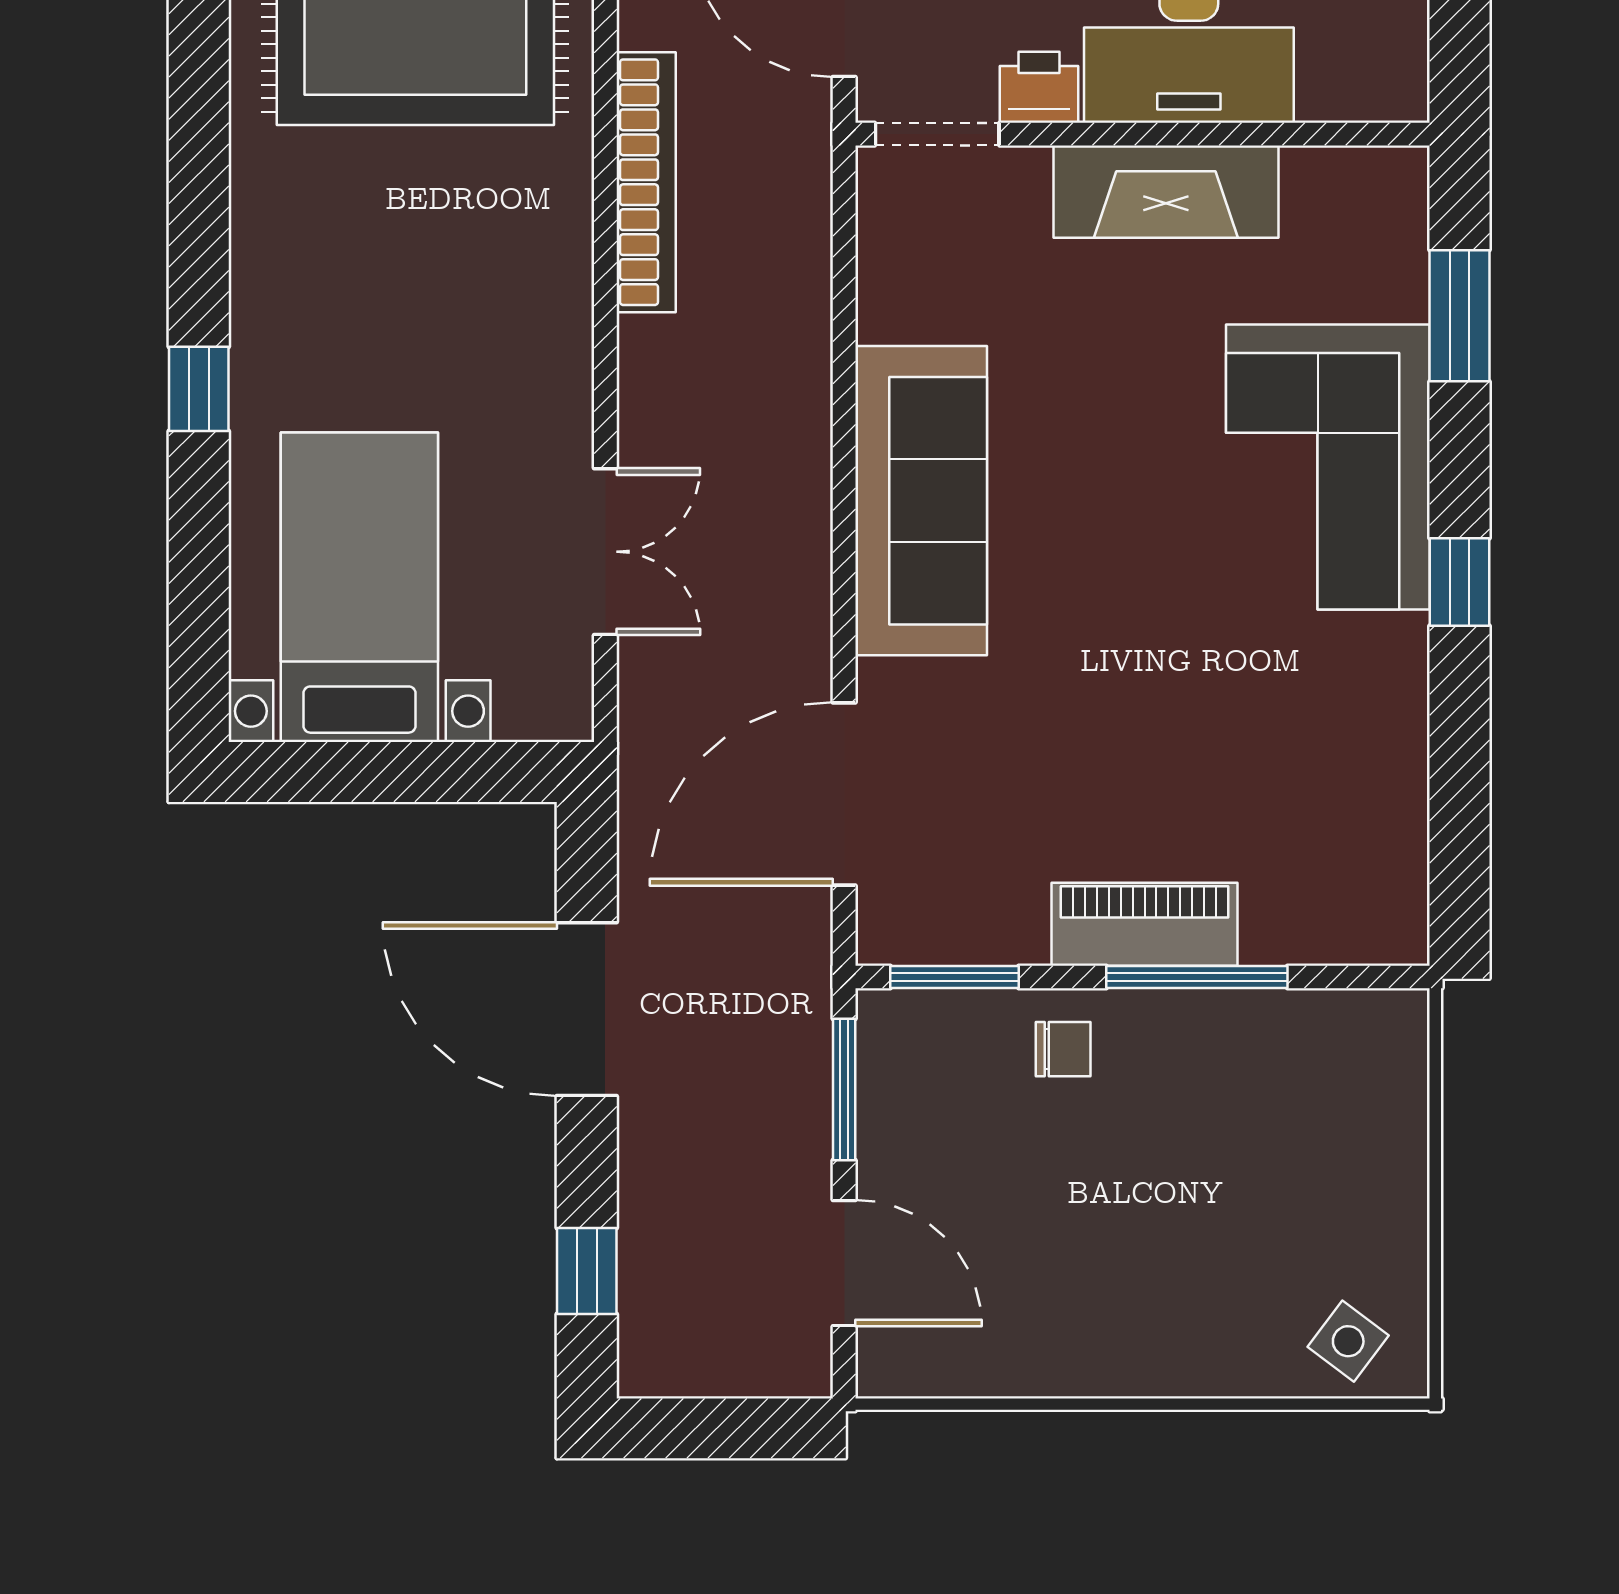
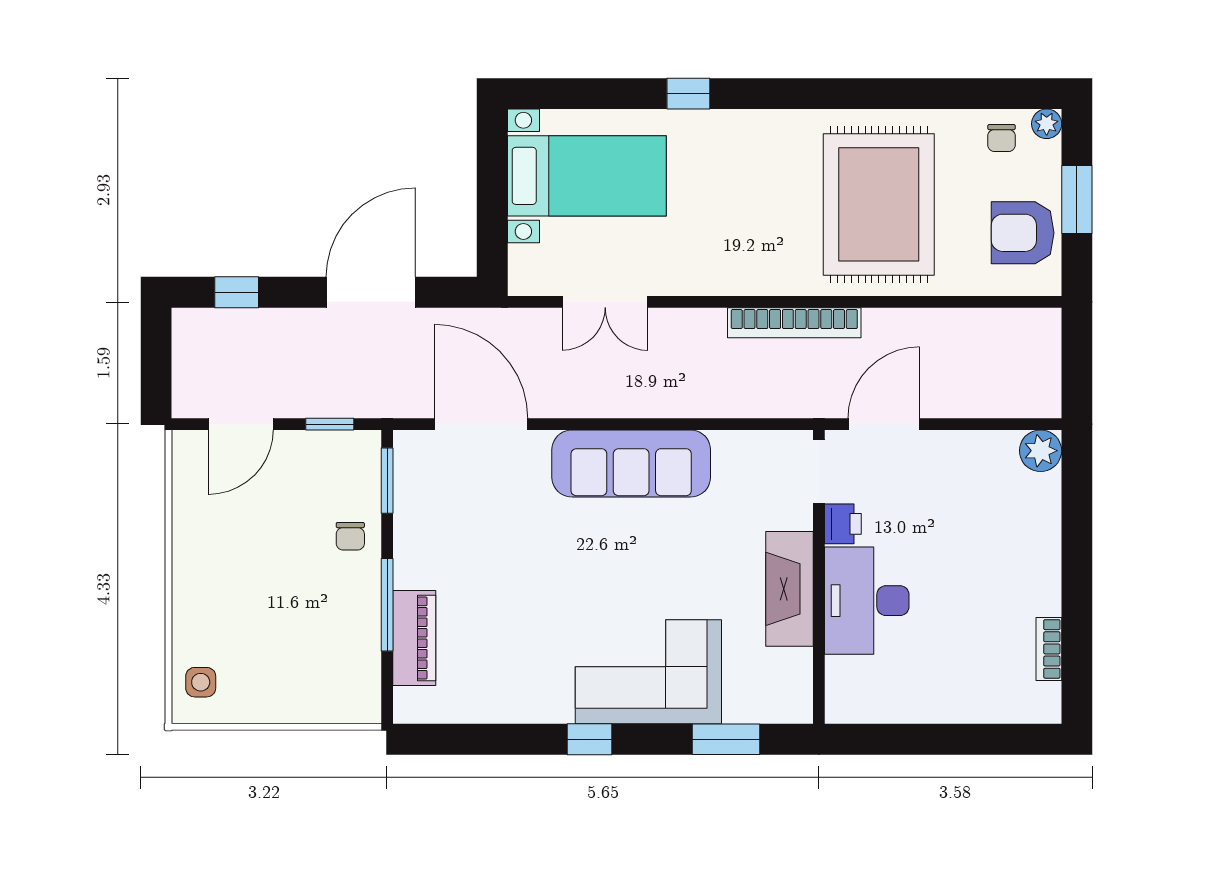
piano: (1145, 924) -> (414, 638), moved
window: (844, 1089) -> (330, 424), width x0.67
side table: (1348, 1341) -> (201, 682), turned -37

